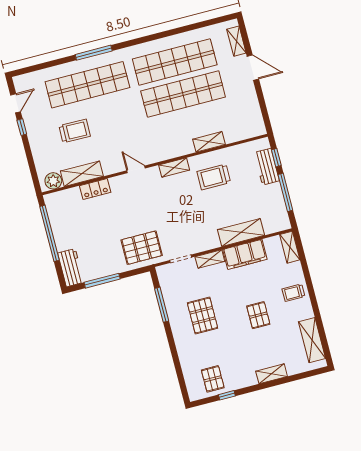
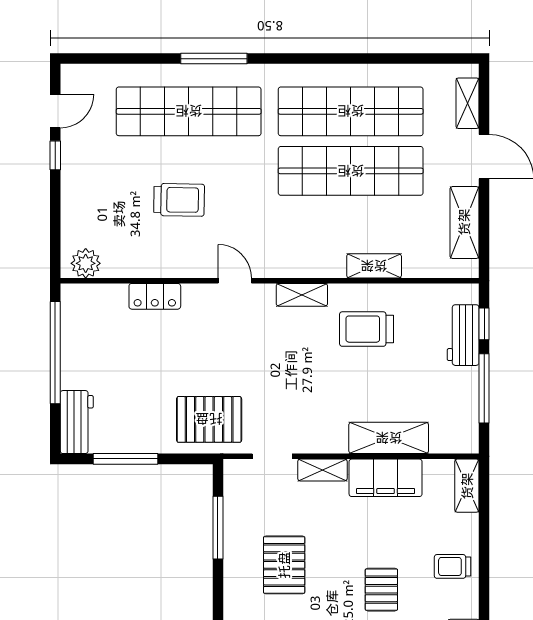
trolley: (75, 131) -> (179, 200), moved
shelving: (82, 174) -> (464, 222), moved, turned 90

